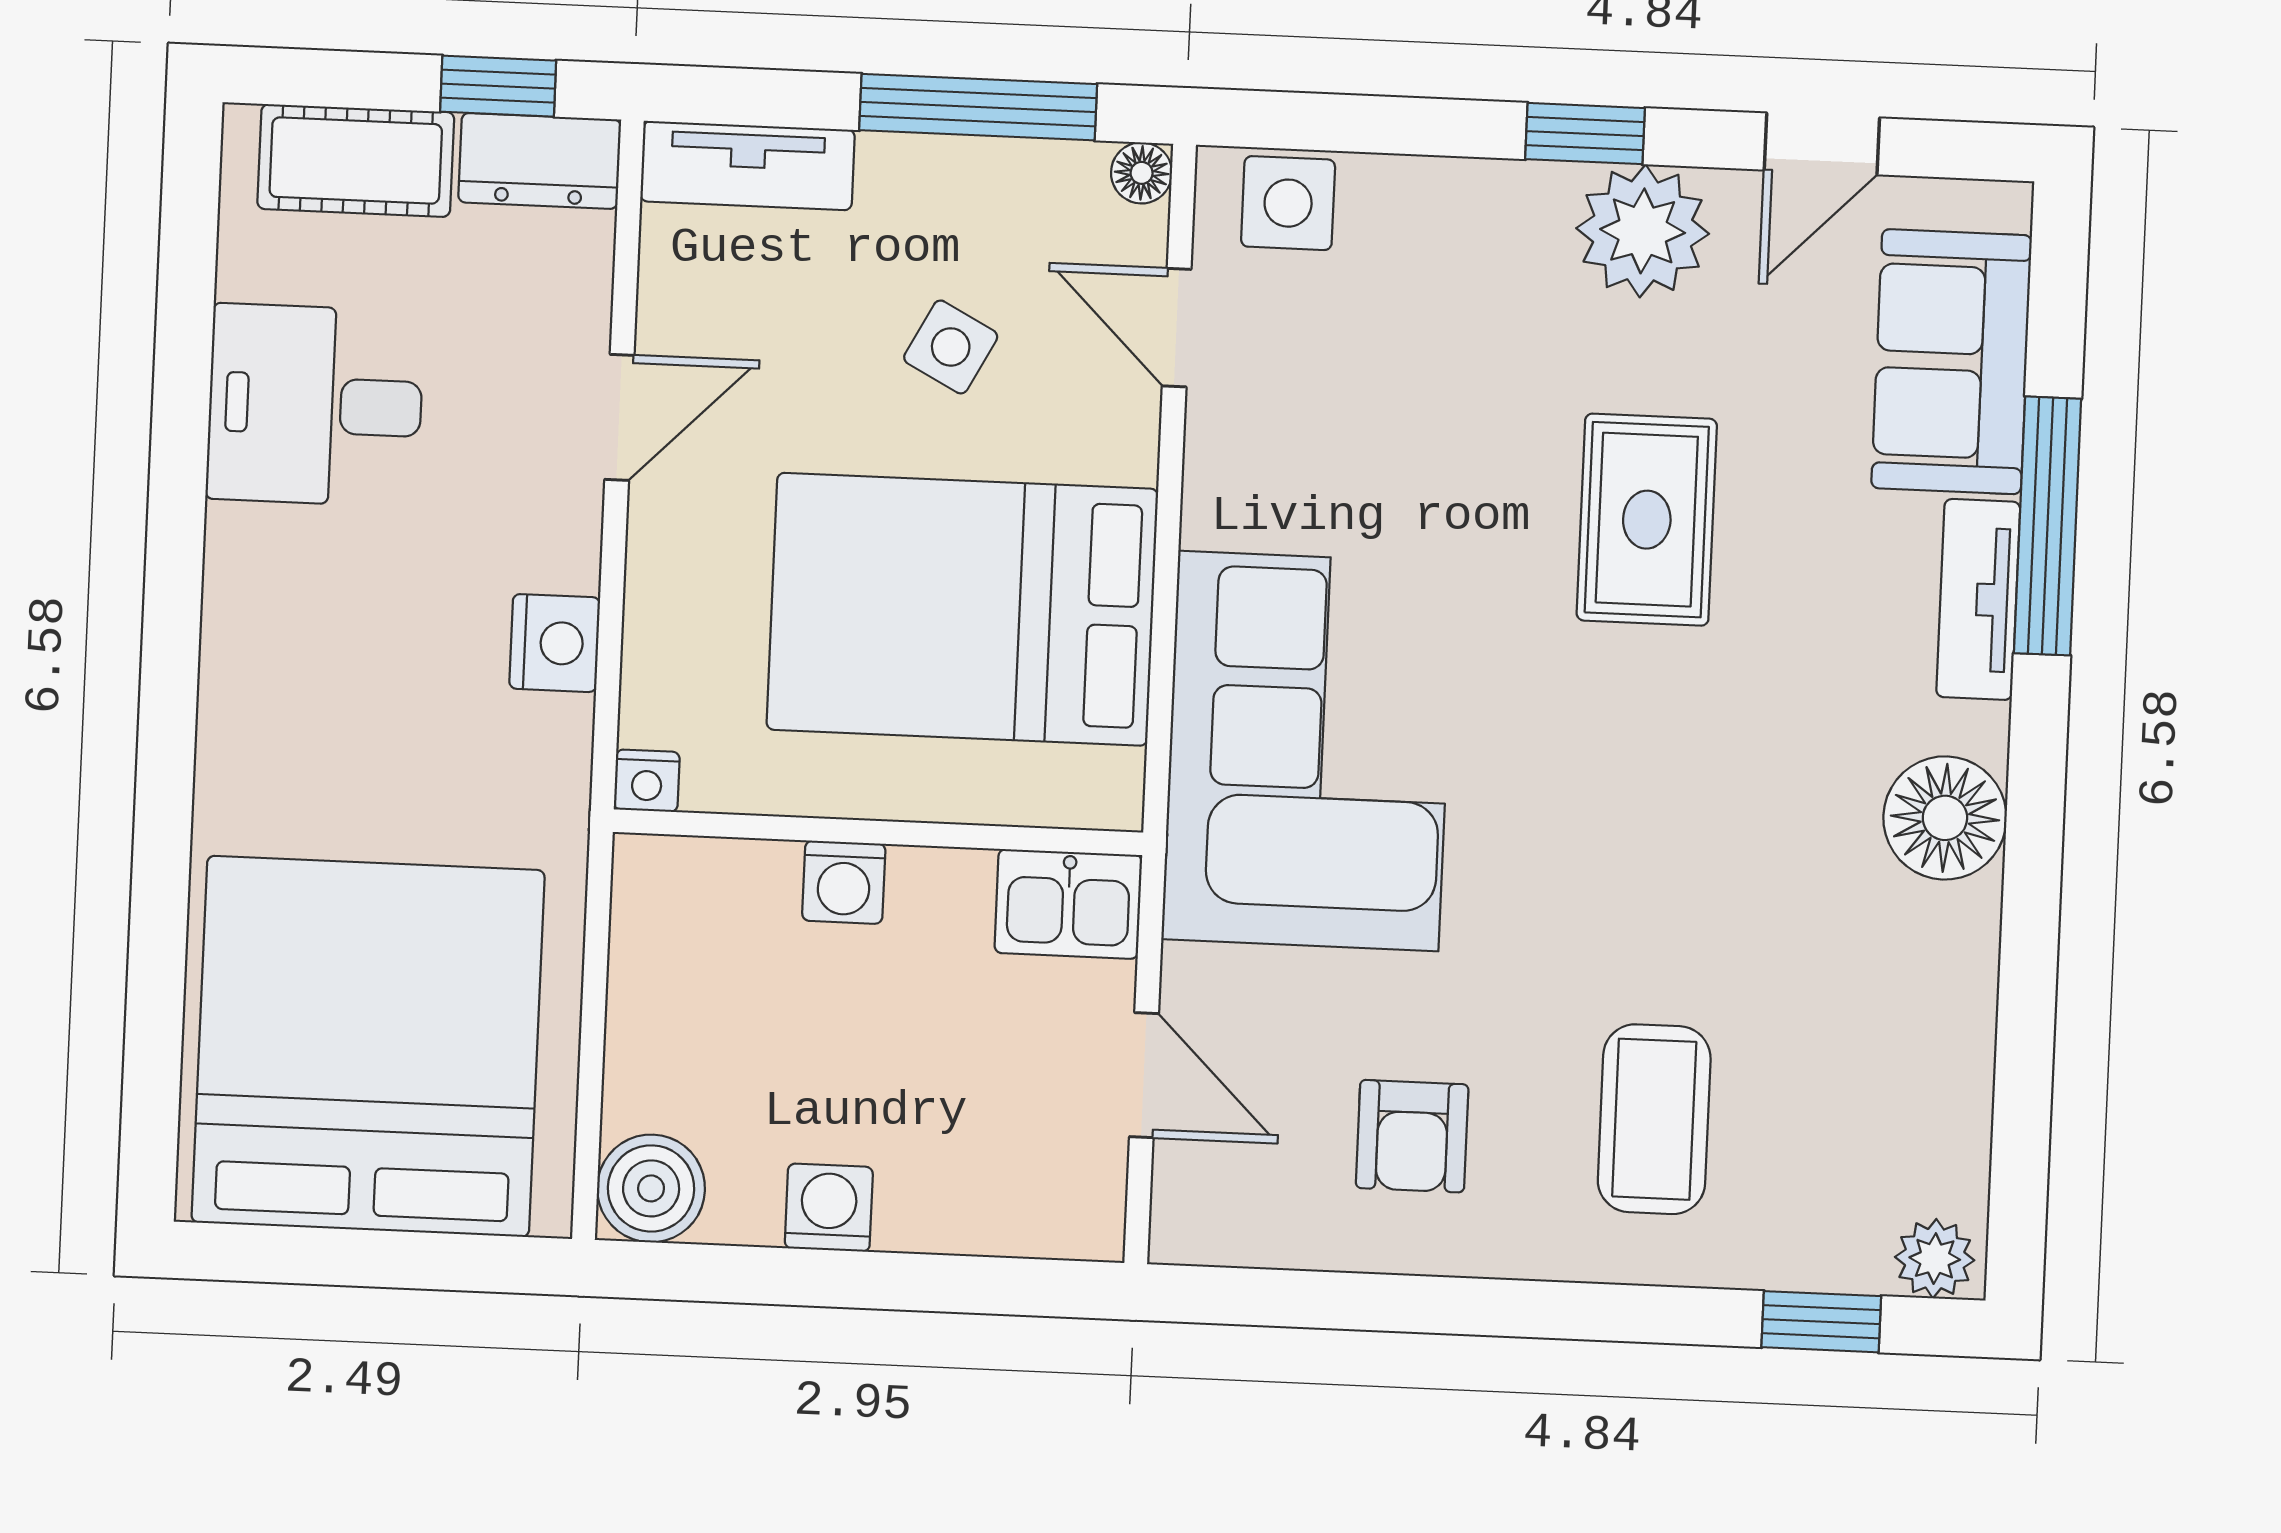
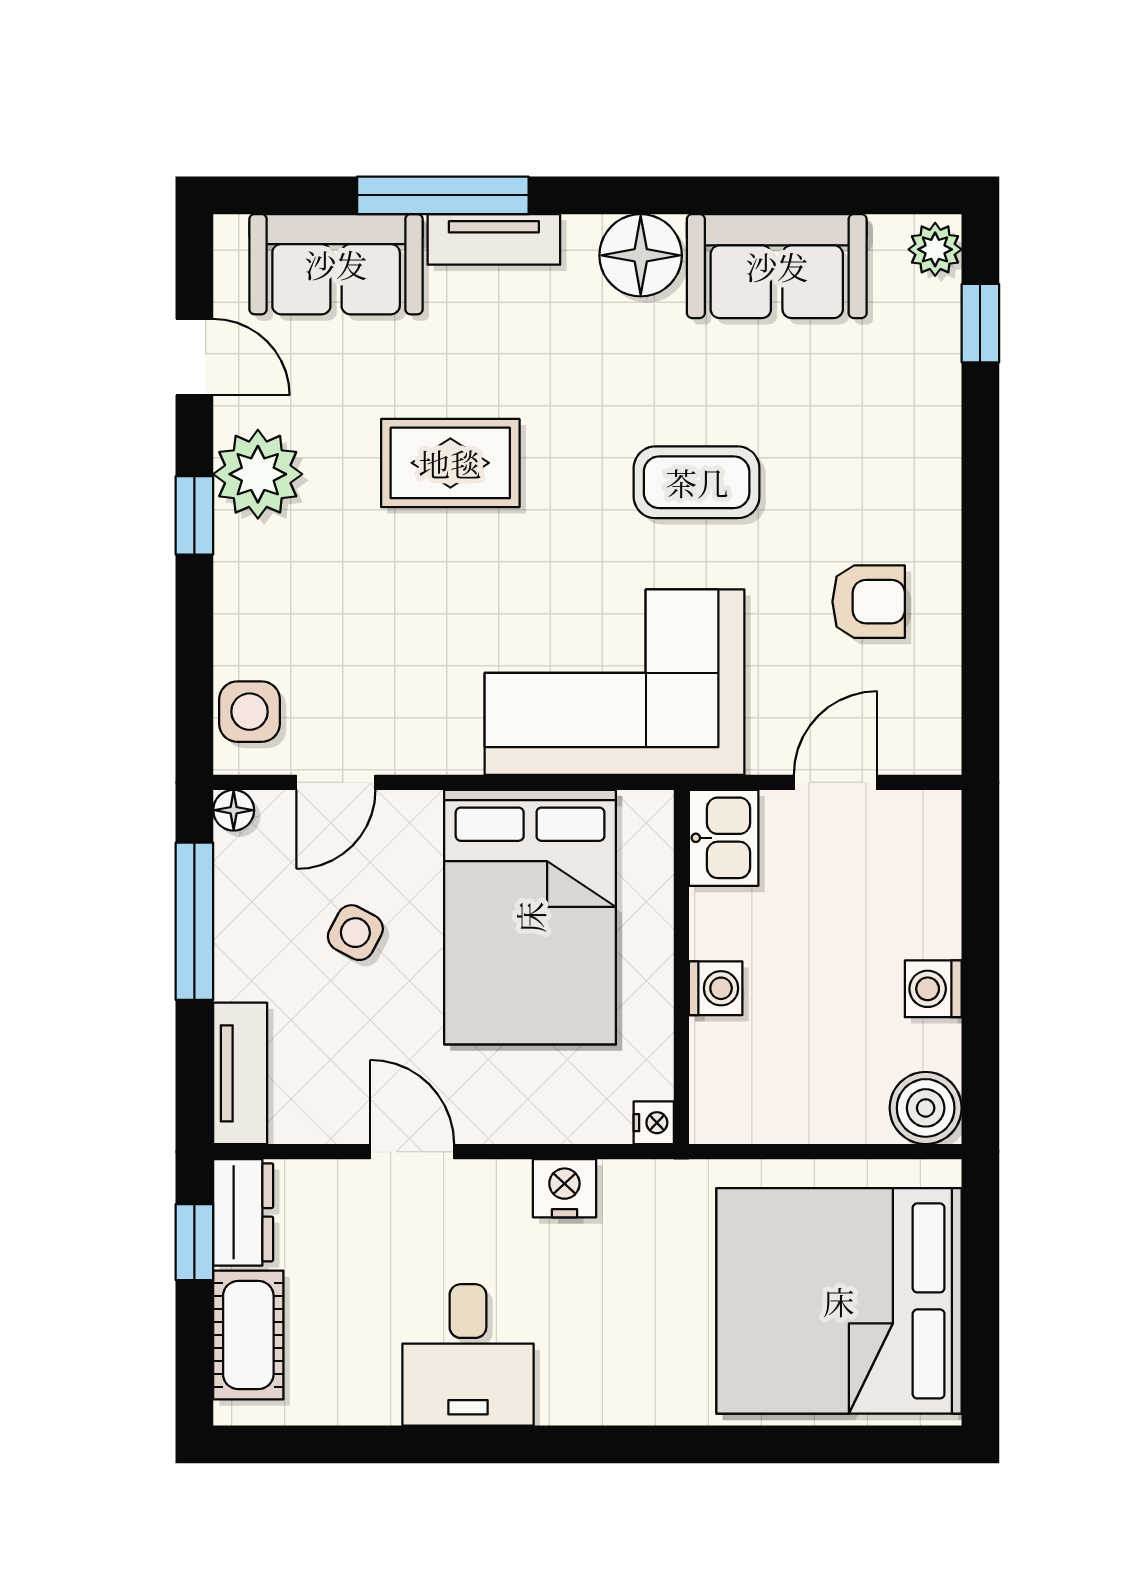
desk: (315, 405) -> (468, 1355), moved
sofa: (1920, 1021) -> (777, 266), added
coffee table: (1654, 1119) -> (697, 482), moved

